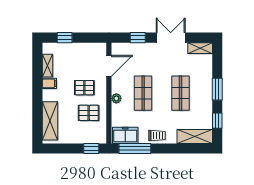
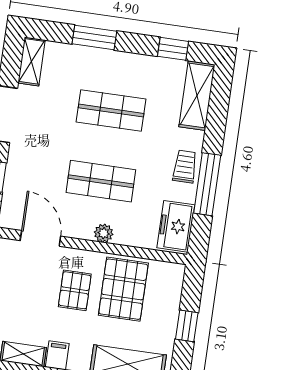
window: (217, 89) -> (94, 37), moved
pallet: (89, 113) -> (123, 289), width x1.50, depth x1.42
window: (91, 148) -> (187, 326), moved
window: (135, 148) -> (207, 184), moved

